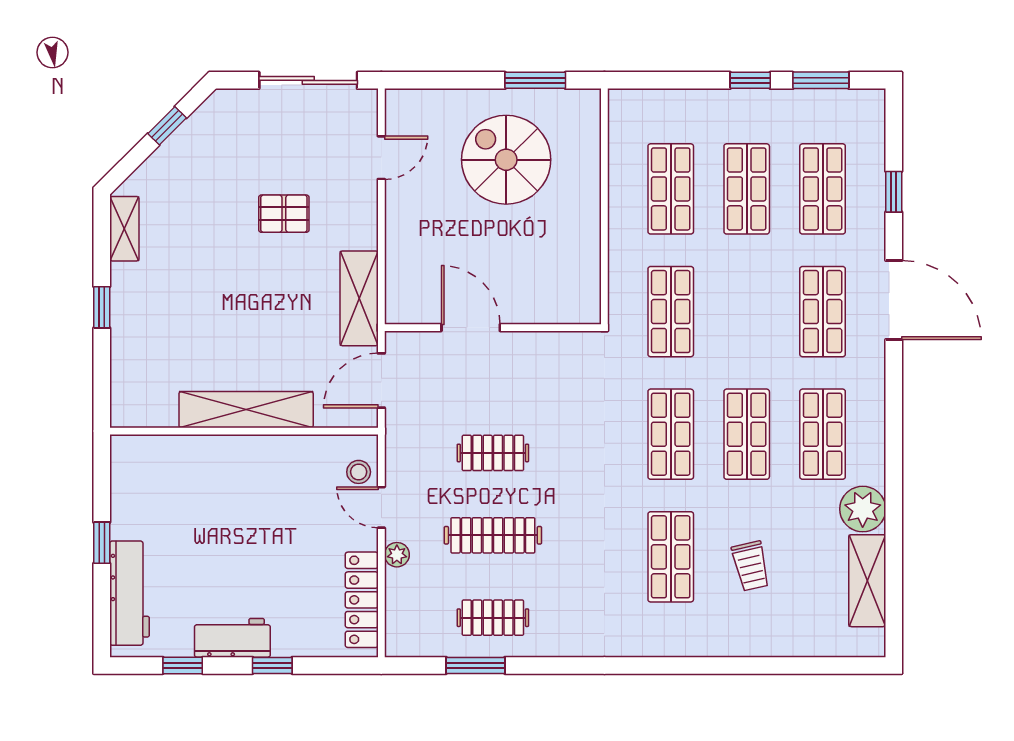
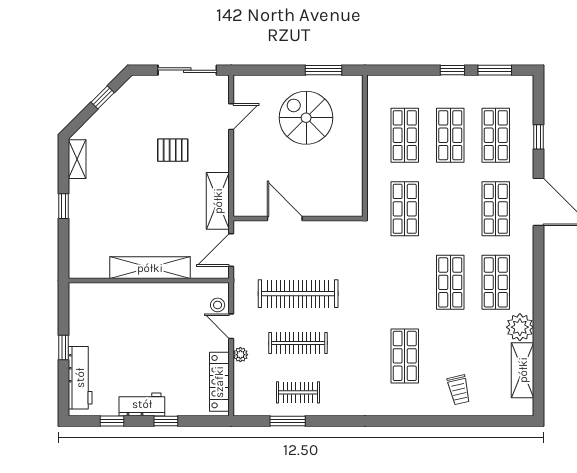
shop shelf: (671, 434) -> (405, 282), removed
clothes rail: (493, 453) -> (298, 294), width x1.86, depth x1.31
trolley: (751, 566) -> (459, 390), moved

